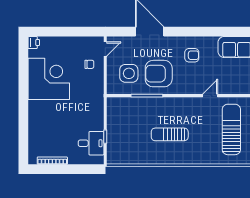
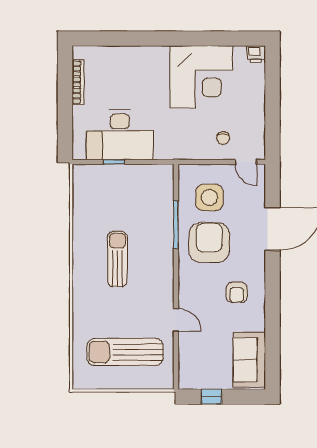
sun lounger: (231, 129) -> (125, 352), turned 180
desk: (91, 143) -> (120, 135), width x1.87, depth x1.30

